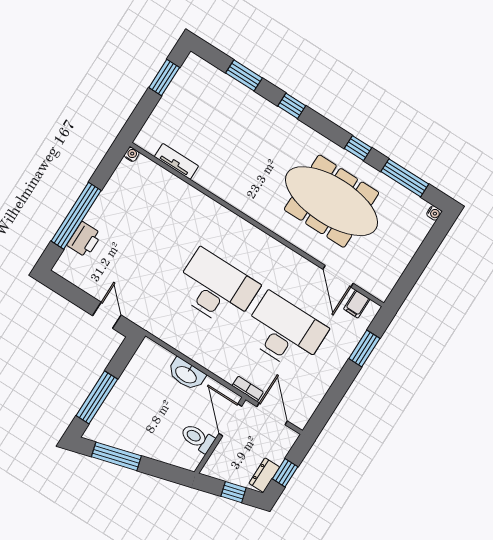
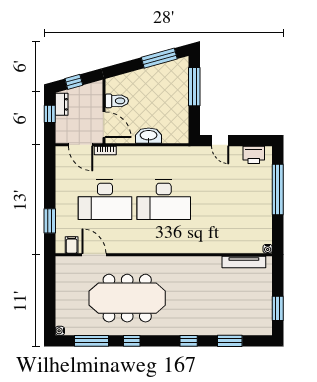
tv unit: (176, 161) -> (244, 262), width x1.41
printer: (84, 240) -> (254, 155), moved, turned -90

